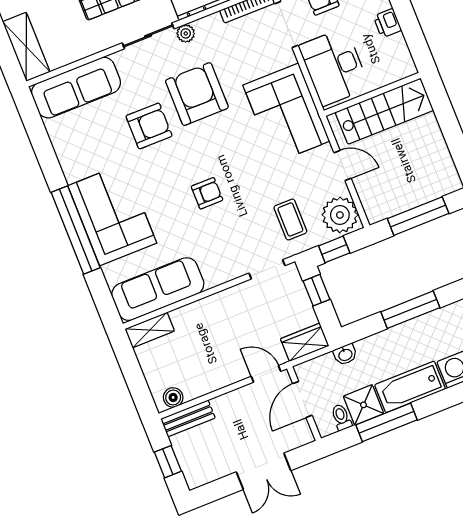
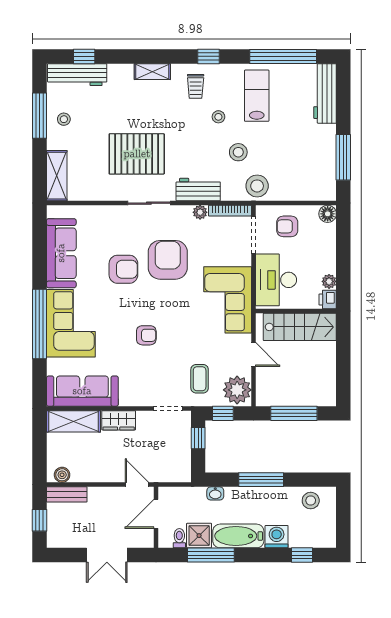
printer: (387, 23) -> (328, 300), moved
plant: (186, 33) -> (200, 212), moved
plant: (398, 44) -> (329, 281), added
sofa: (76, 88) -> (61, 253), moved, turned -90
shelving: (150, 330) -> (74, 421), width x1.50, depth x1.33
wardrobe: (305, 342) -> (119, 420), moved, turned 180
washbasin: (345, 354) -> (215, 493), moved

